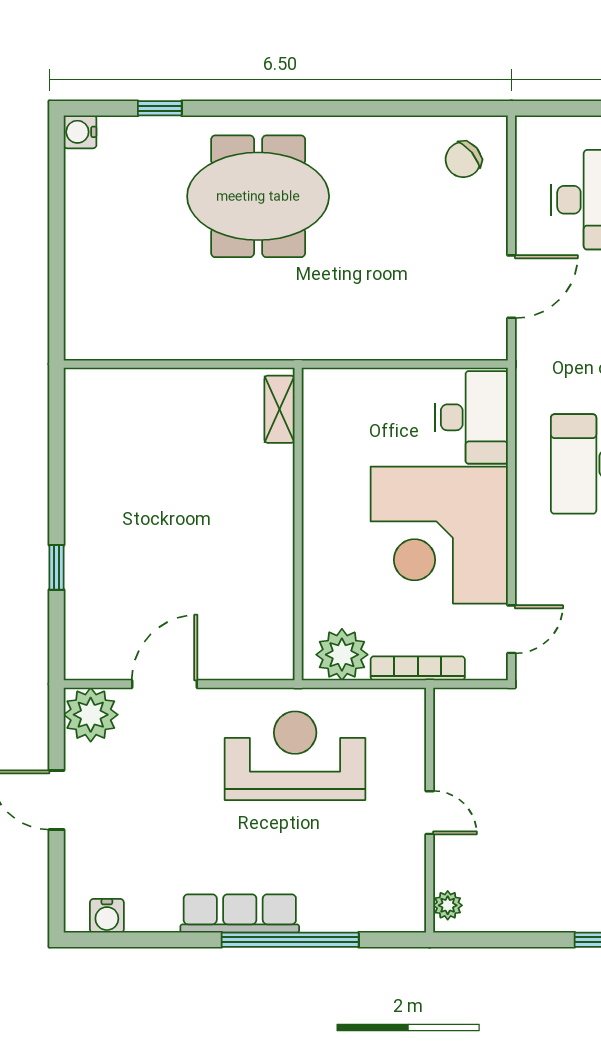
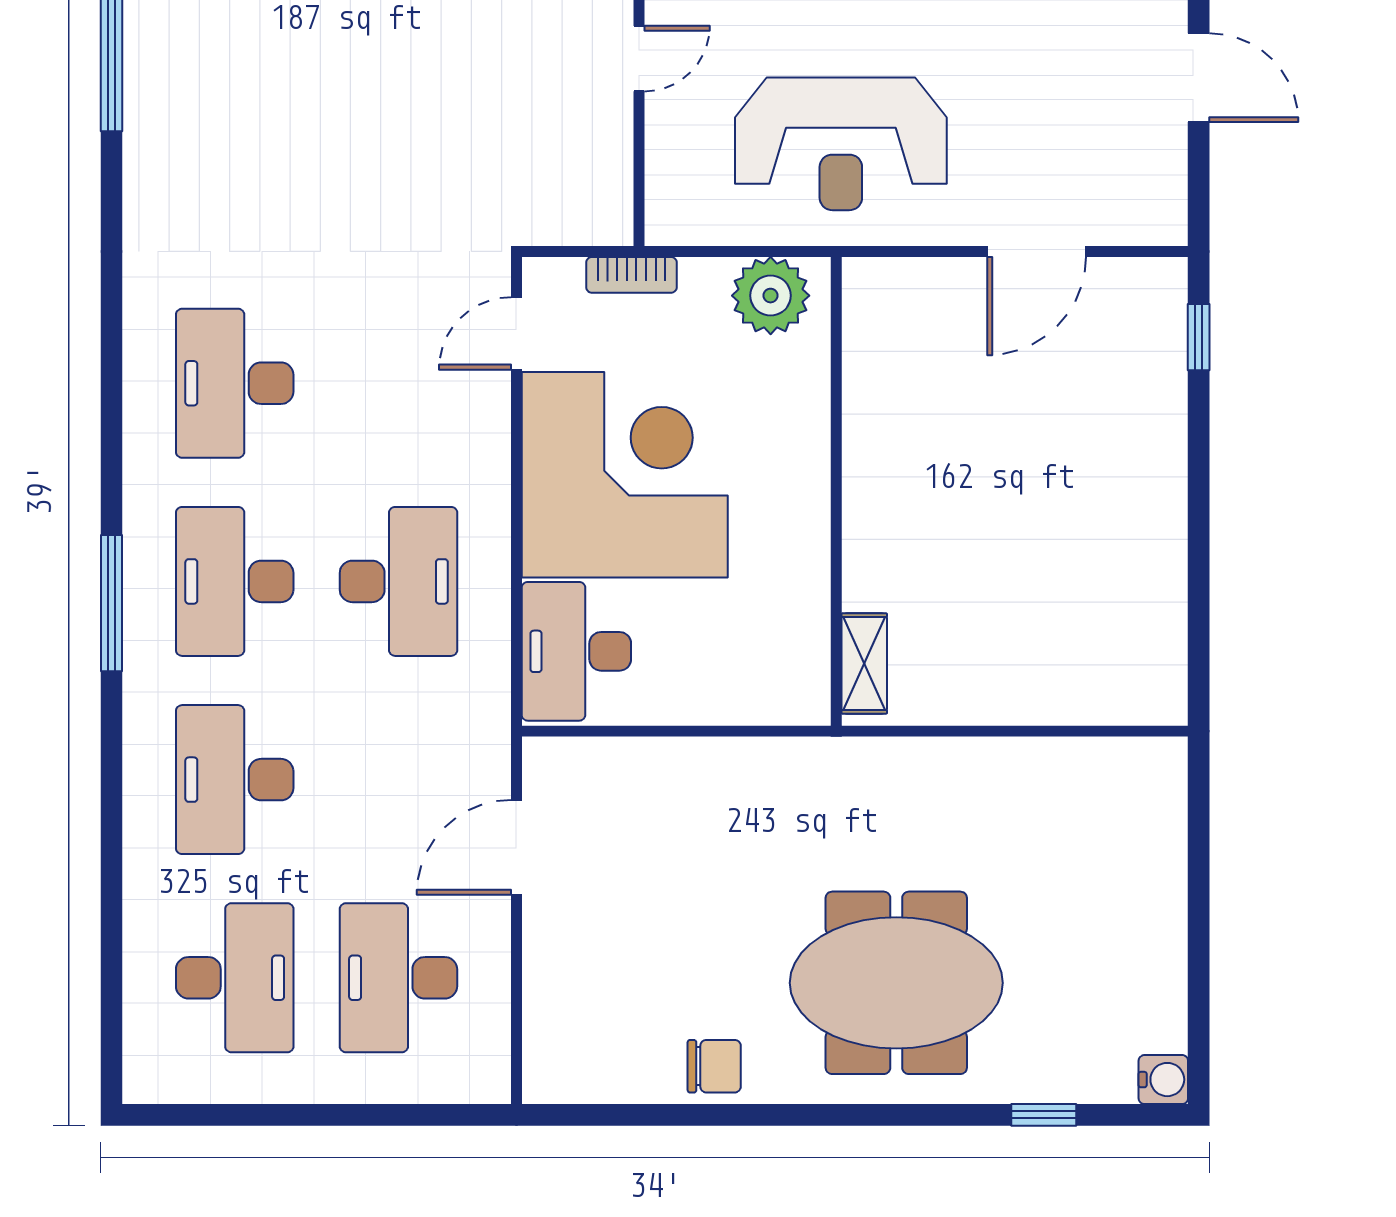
chair: (463, 160) -> (714, 1066), moved, turned 40
window: (56, 567) -> (1199, 337), moved
bookcase: (418, 668) -> (631, 275), width x0.64
plant: (91, 715) -> (1147, 205), removed
door: (430, 813) -> (639, 59), swing flipped

